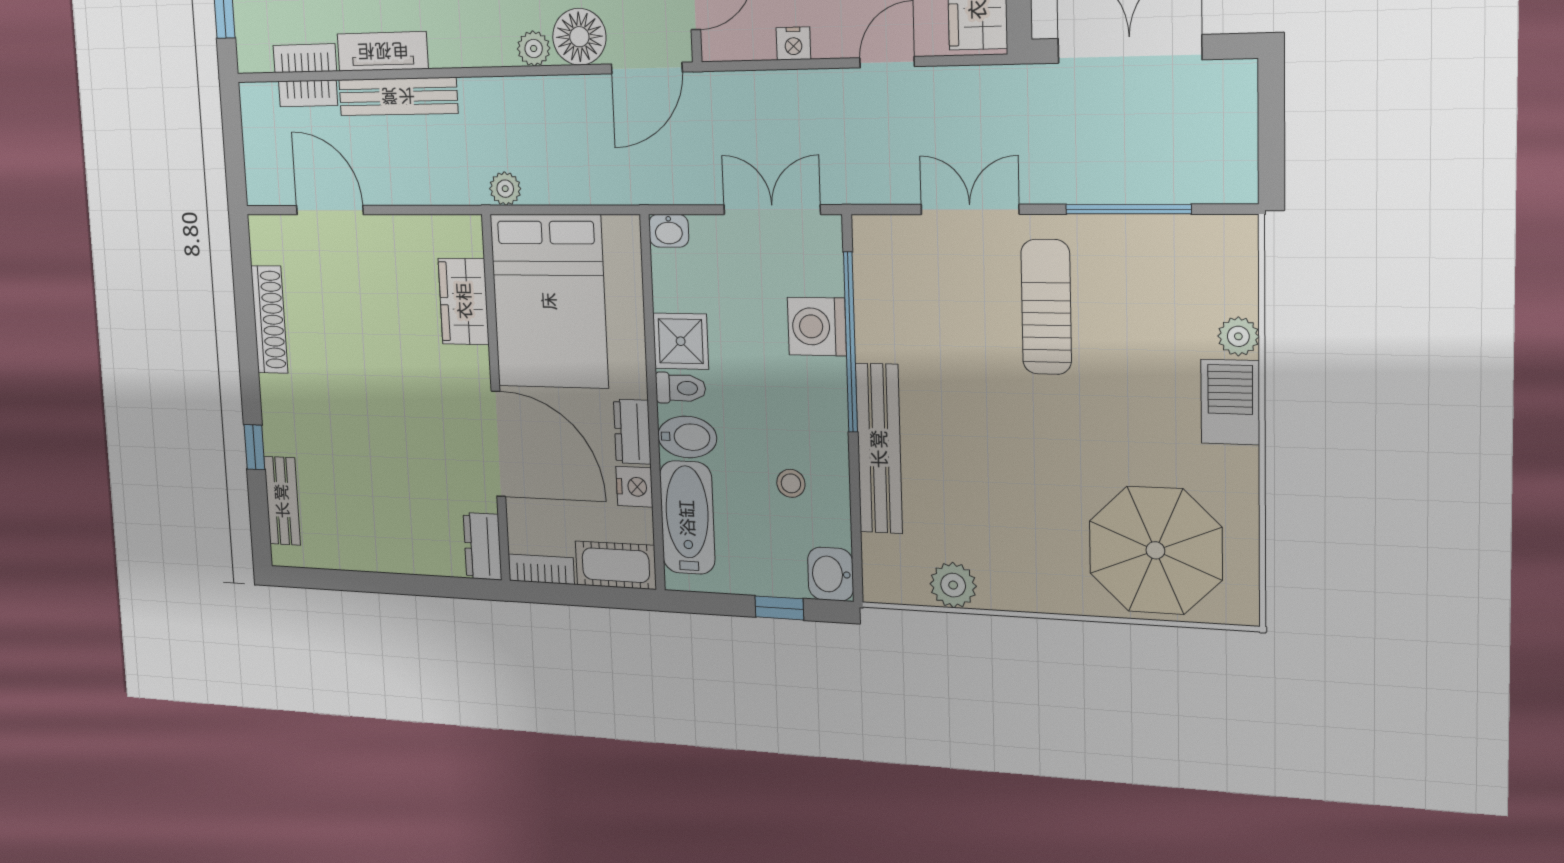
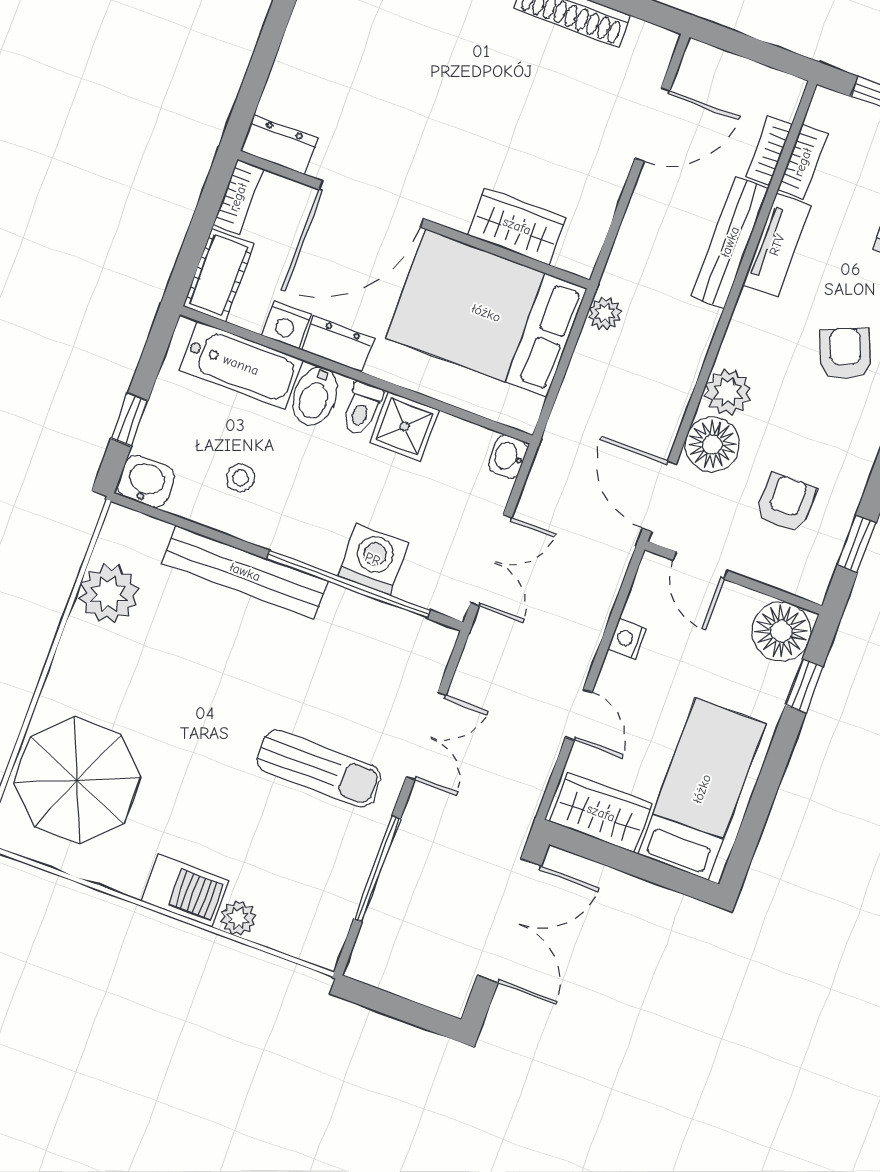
plant: (534, 49) -> (728, 392), width x1.38, depth x1.38
plant: (953, 585) -> (109, 594), width x1.36, depth x1.36

